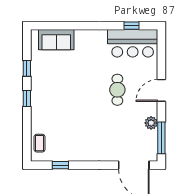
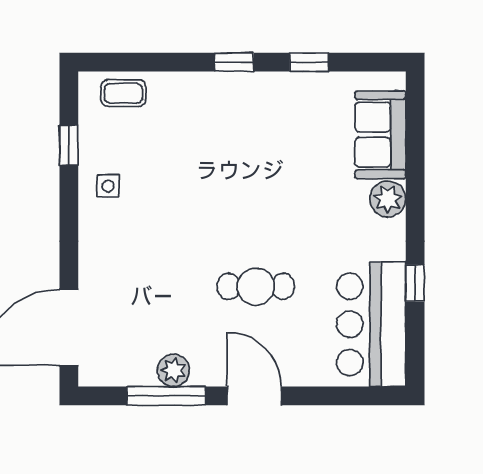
window: (131, 26) -> (415, 283), moved
plant: (82, 37) -> (388, 199), added
window: (161, 138) -> (166, 396), moved
side table: (77, 149) -> (108, 186), added

